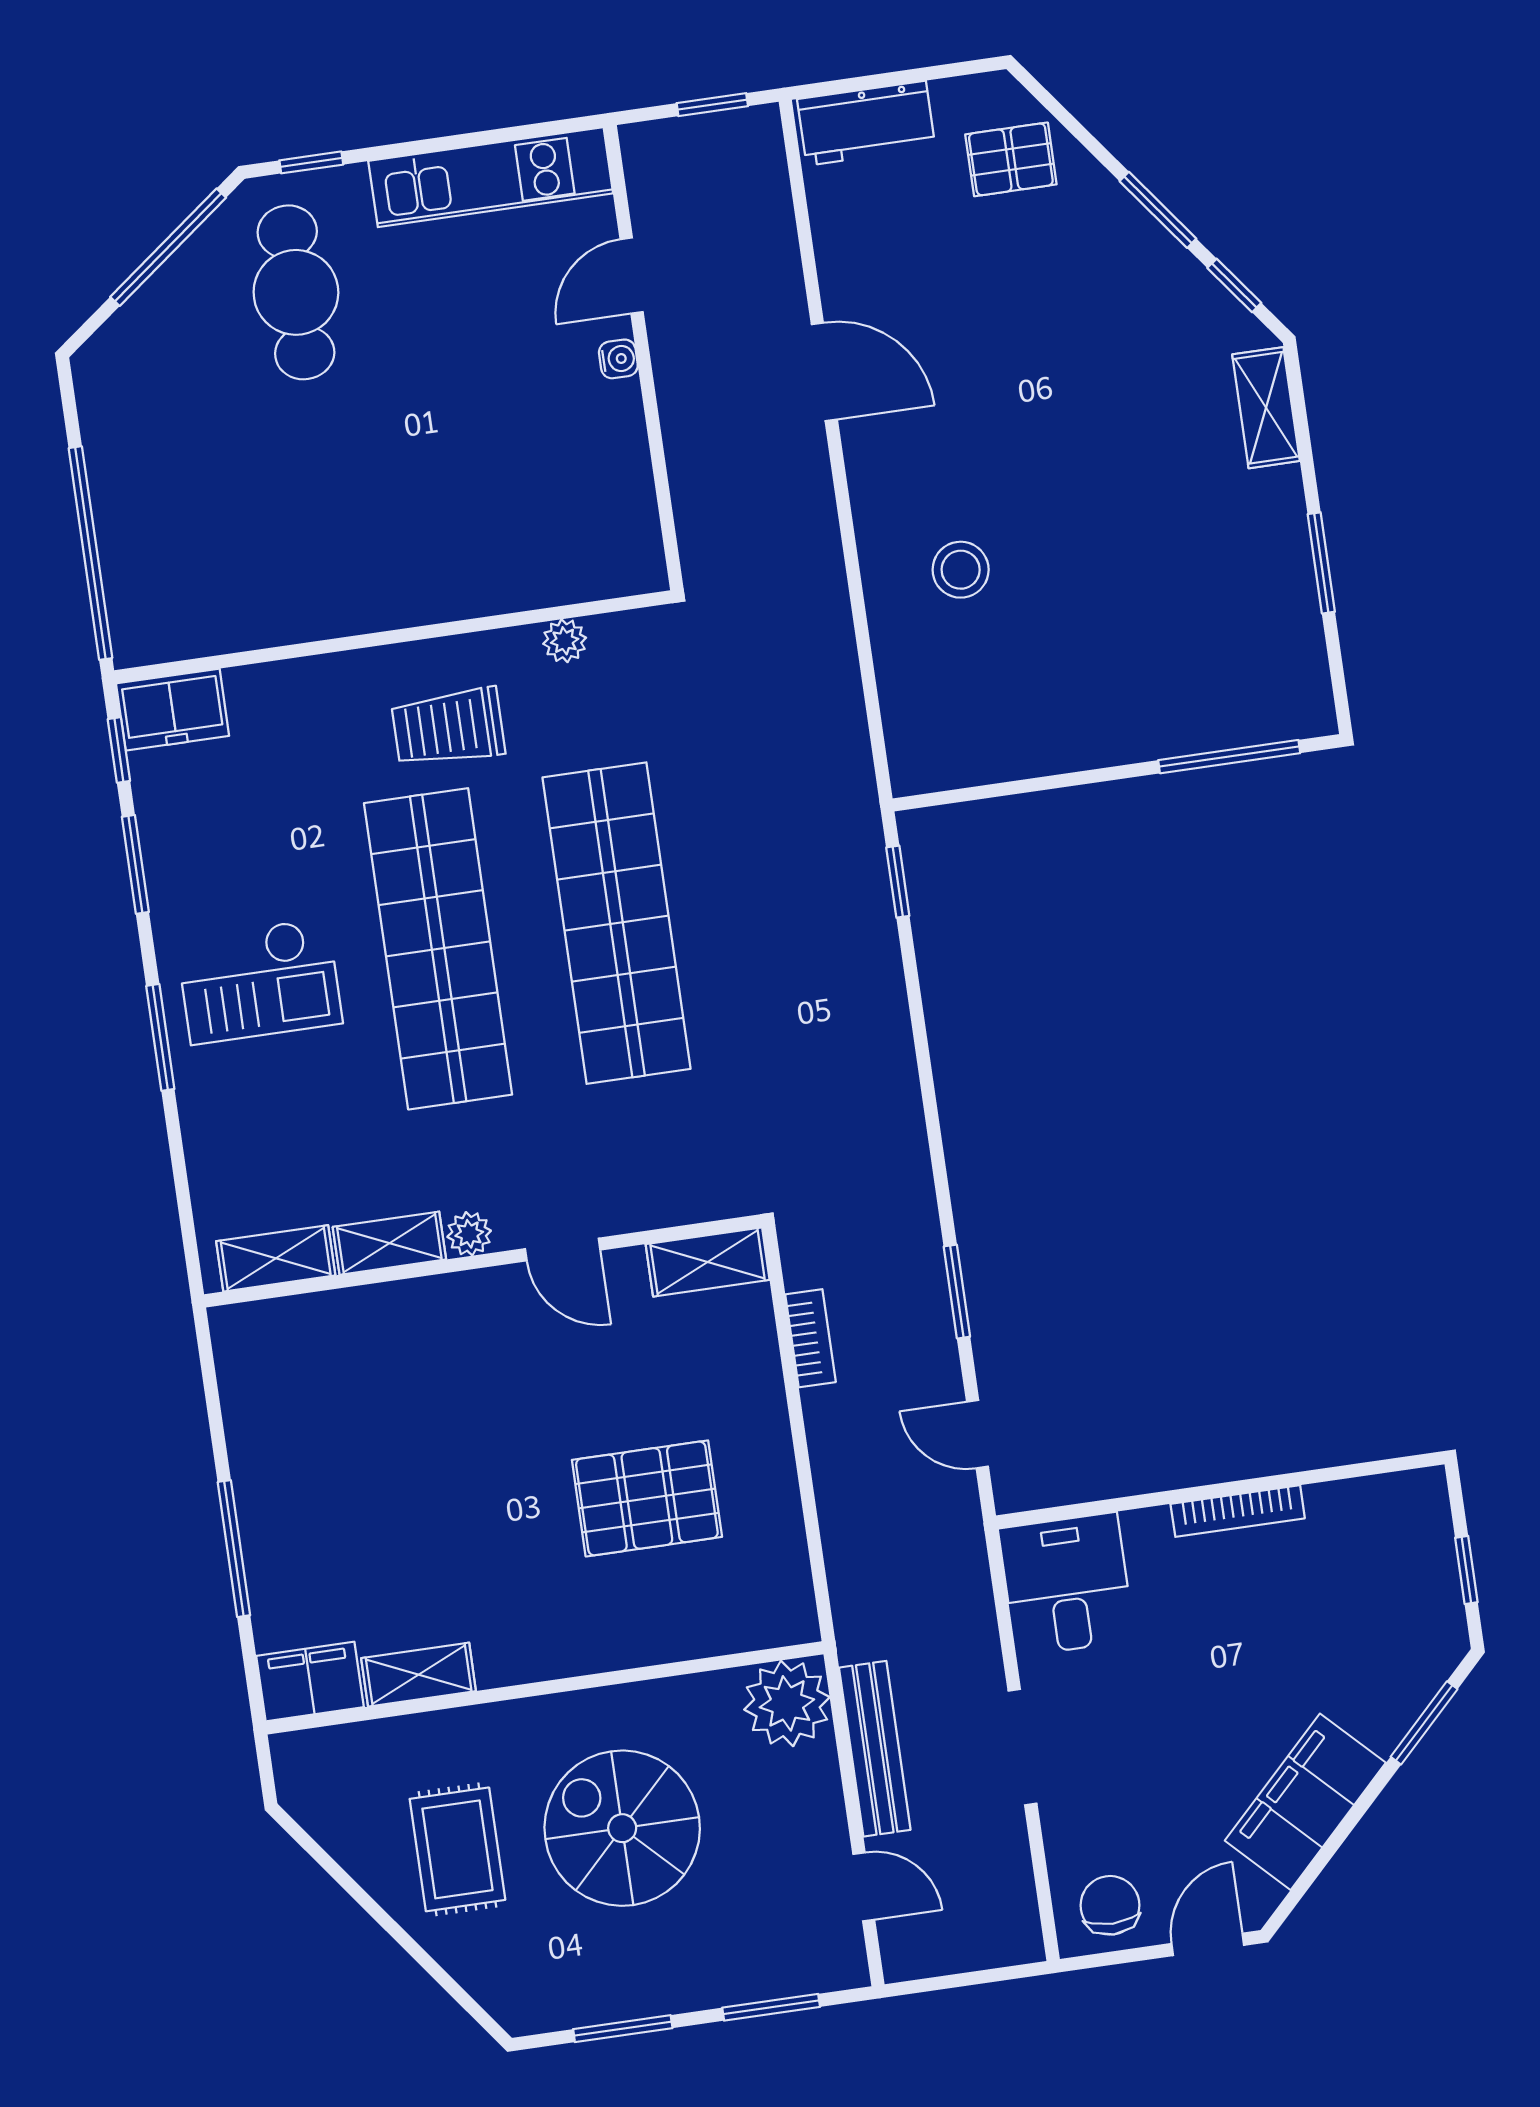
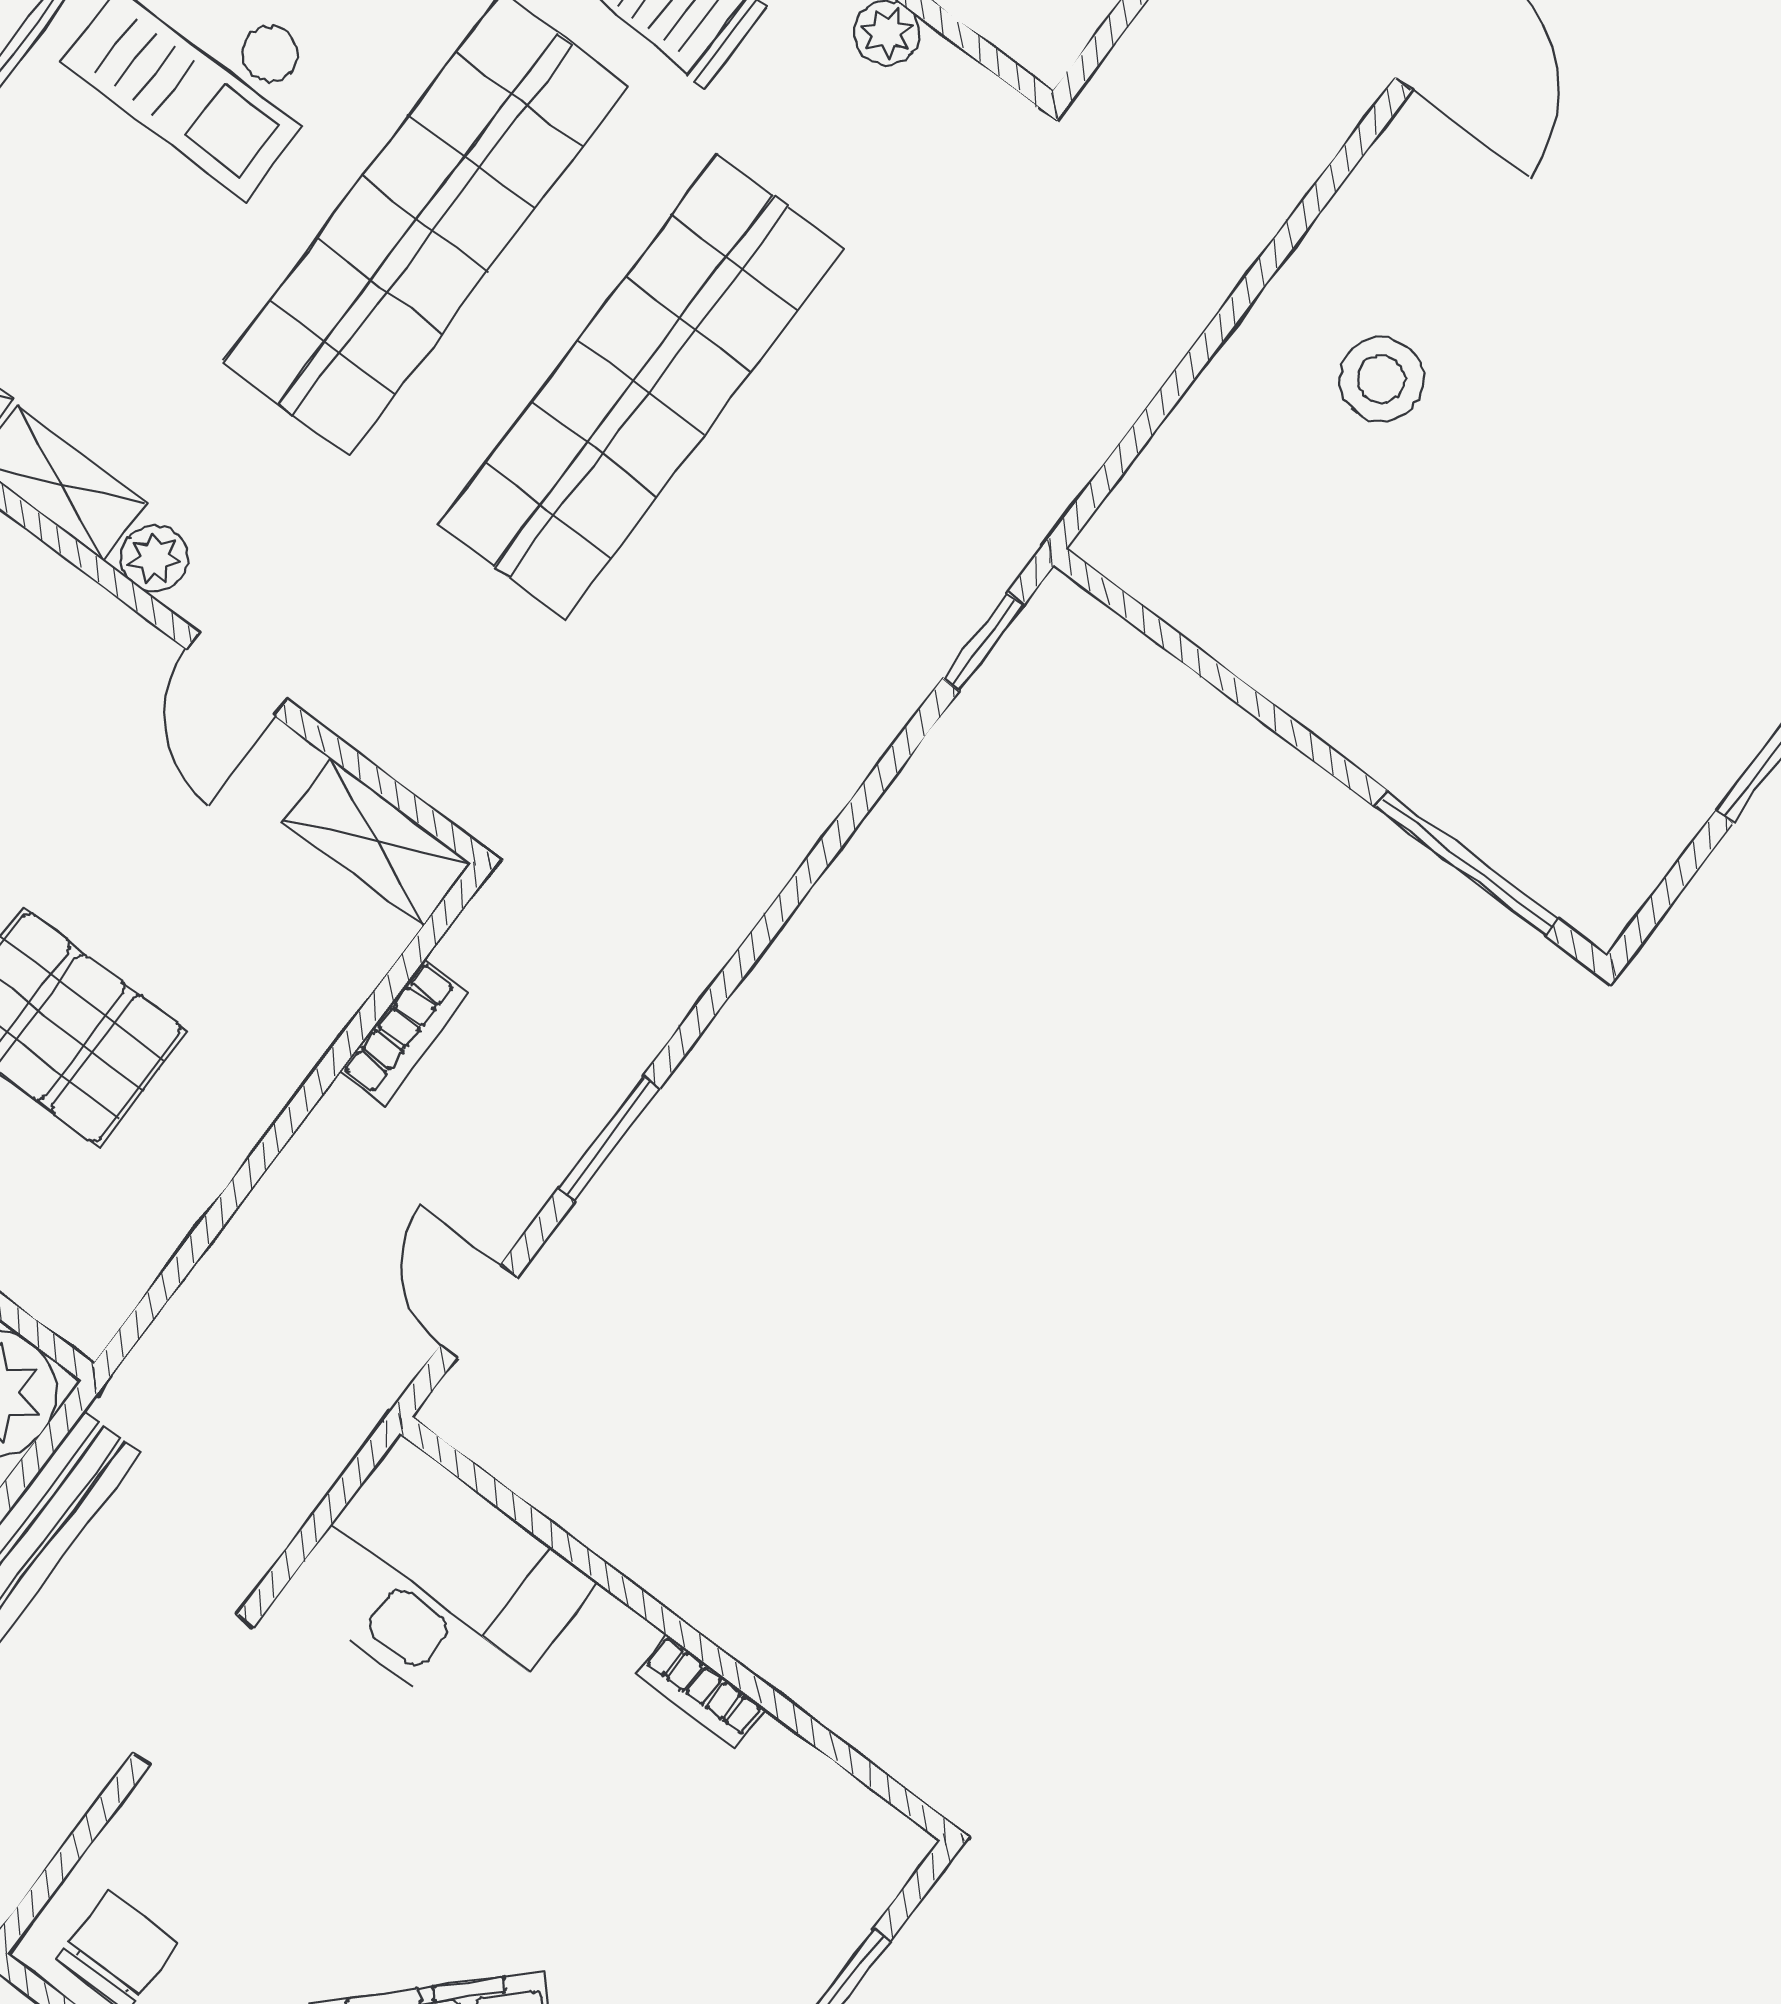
bookcase: (1238, 1511) -> (700, 1691), width x0.64
desk: (1067, 1584) -> (440, 1585), width x1.37

